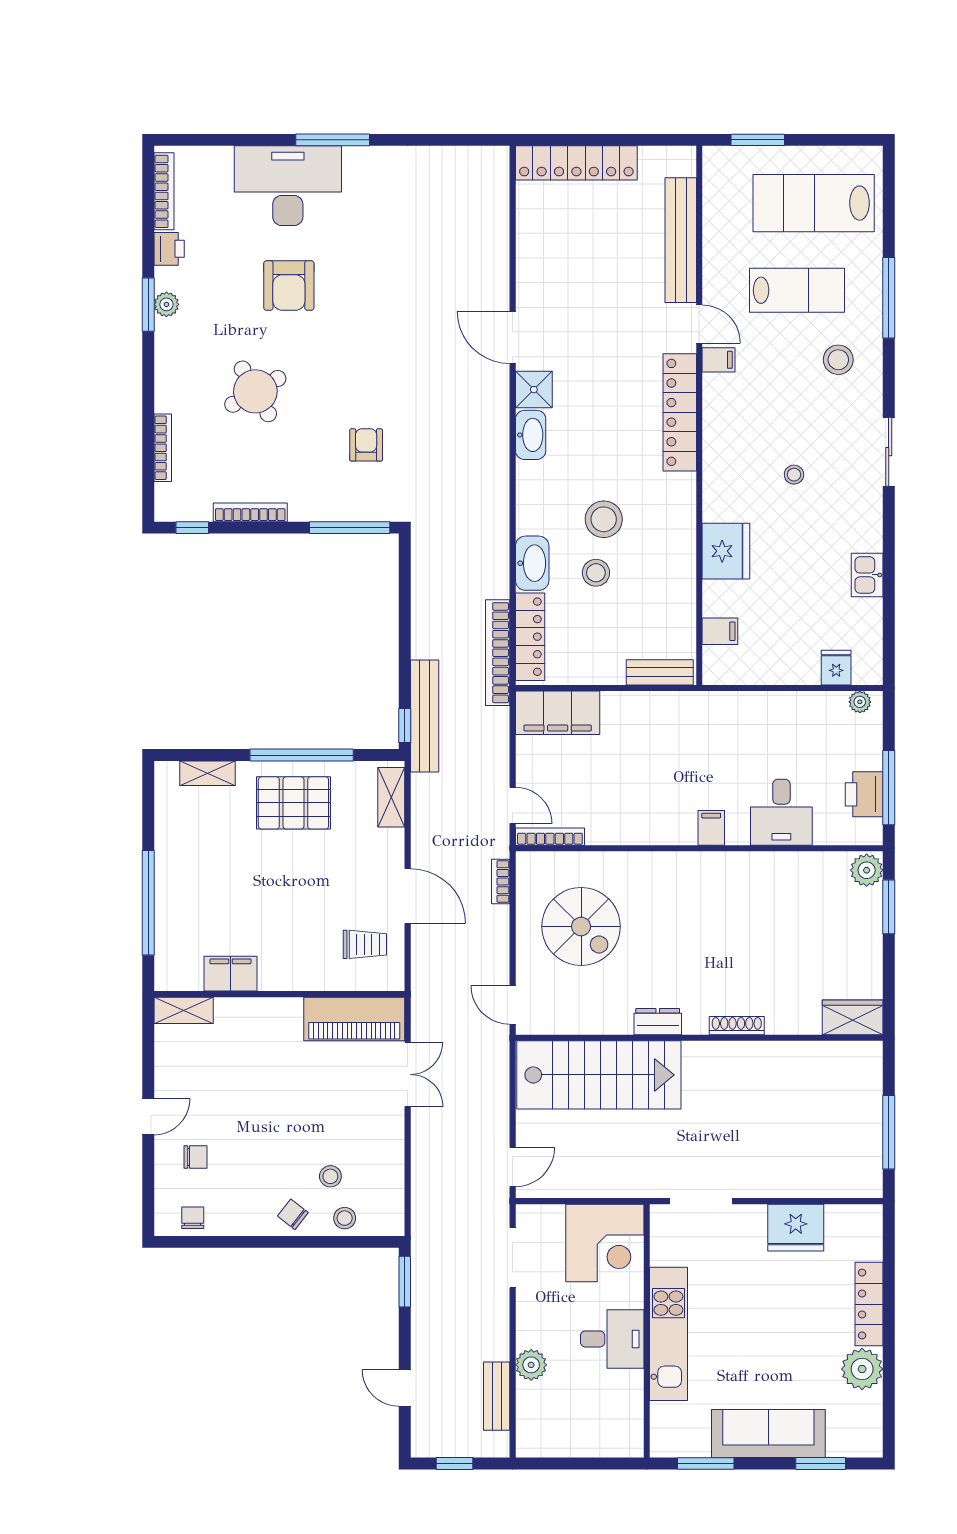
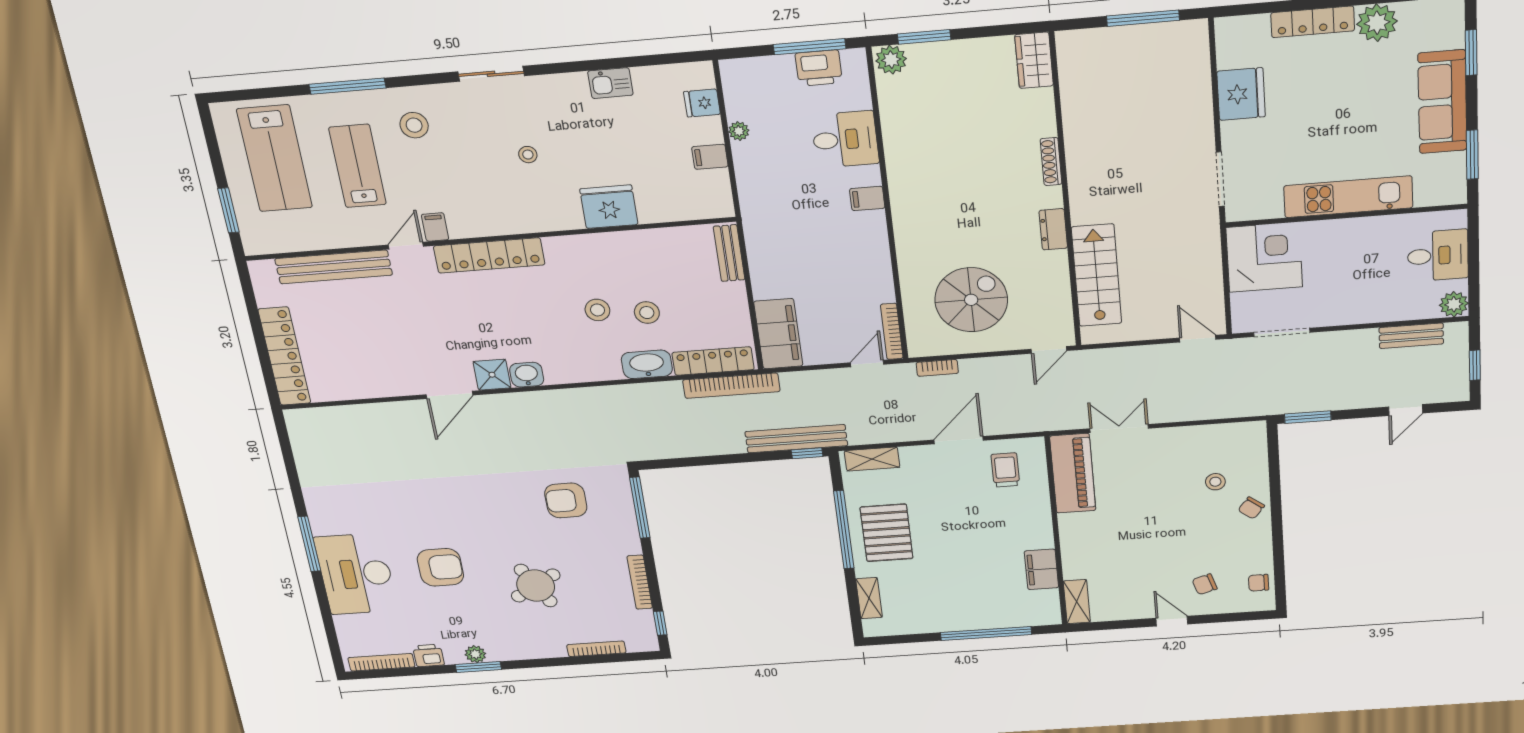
washbasin: (531, 435) -> (527, 375), width x0.72
armchair: (366, 445) -> (566, 500), width x1.38, depth x1.38
stool: (604, 519) -> (597, 310), width x0.73, depth x0.73
filing cabinet: (720, 631) -> (710, 157), moved, turned -90
plant: (860, 702) -> (739, 131), moved
stairs: (599, 1075) -> (1097, 275), width x0.73, depth x0.66
chair: (195, 1157) -> (1205, 584), turned -107
stool: (345, 1218) -> (1252, 468), removed
desk: (612, 1339) -> (1438, 256), moved, turned 90
plant: (531, 1365) -> (1454, 304), moved

